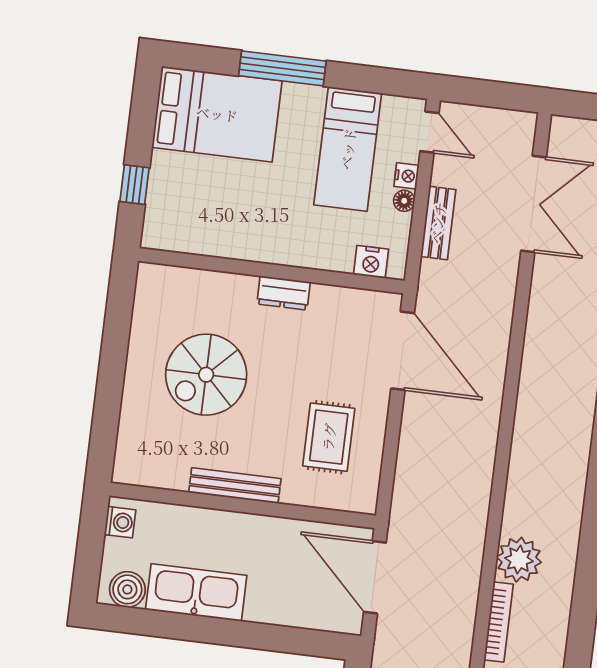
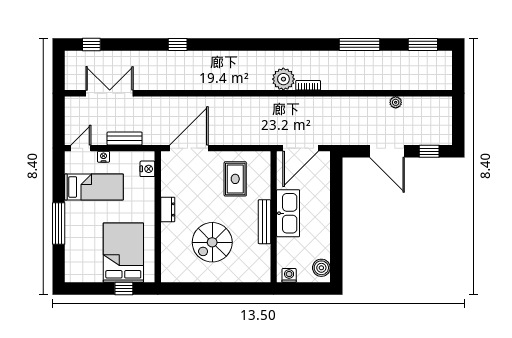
bed: (217, 114) -> (123, 253), moved
floor lamp: (404, 201) -> (116, 156), removed
spiral stairs: (206, 375) -> (212, 242), turned 90
rug: (329, 437) -> (235, 179), turned 90
kitchen sink: (196, 593) -> (288, 213), moved, turned 180
bookcase: (499, 622) -> (308, 85), width x0.64

